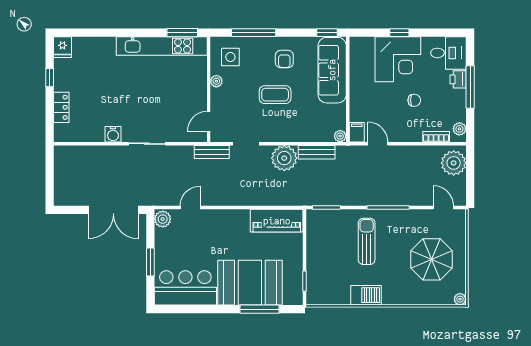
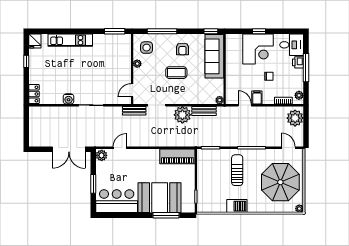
kitchen unit: (162, 46) -> (70, 40), moved, width x0.73
locker: (61, 107) -> (34, 94), moved
filing cabinet: (357, 132) -> (257, 98), moved
parasol: (432, 259) -> (280, 182), width x1.36, depth x1.36

